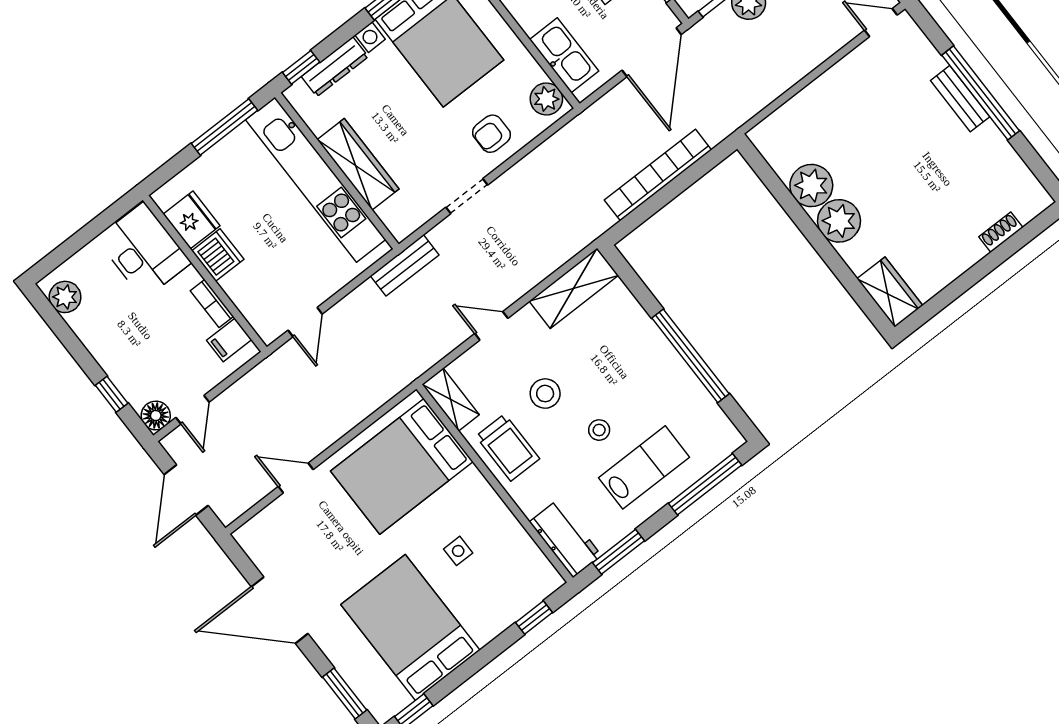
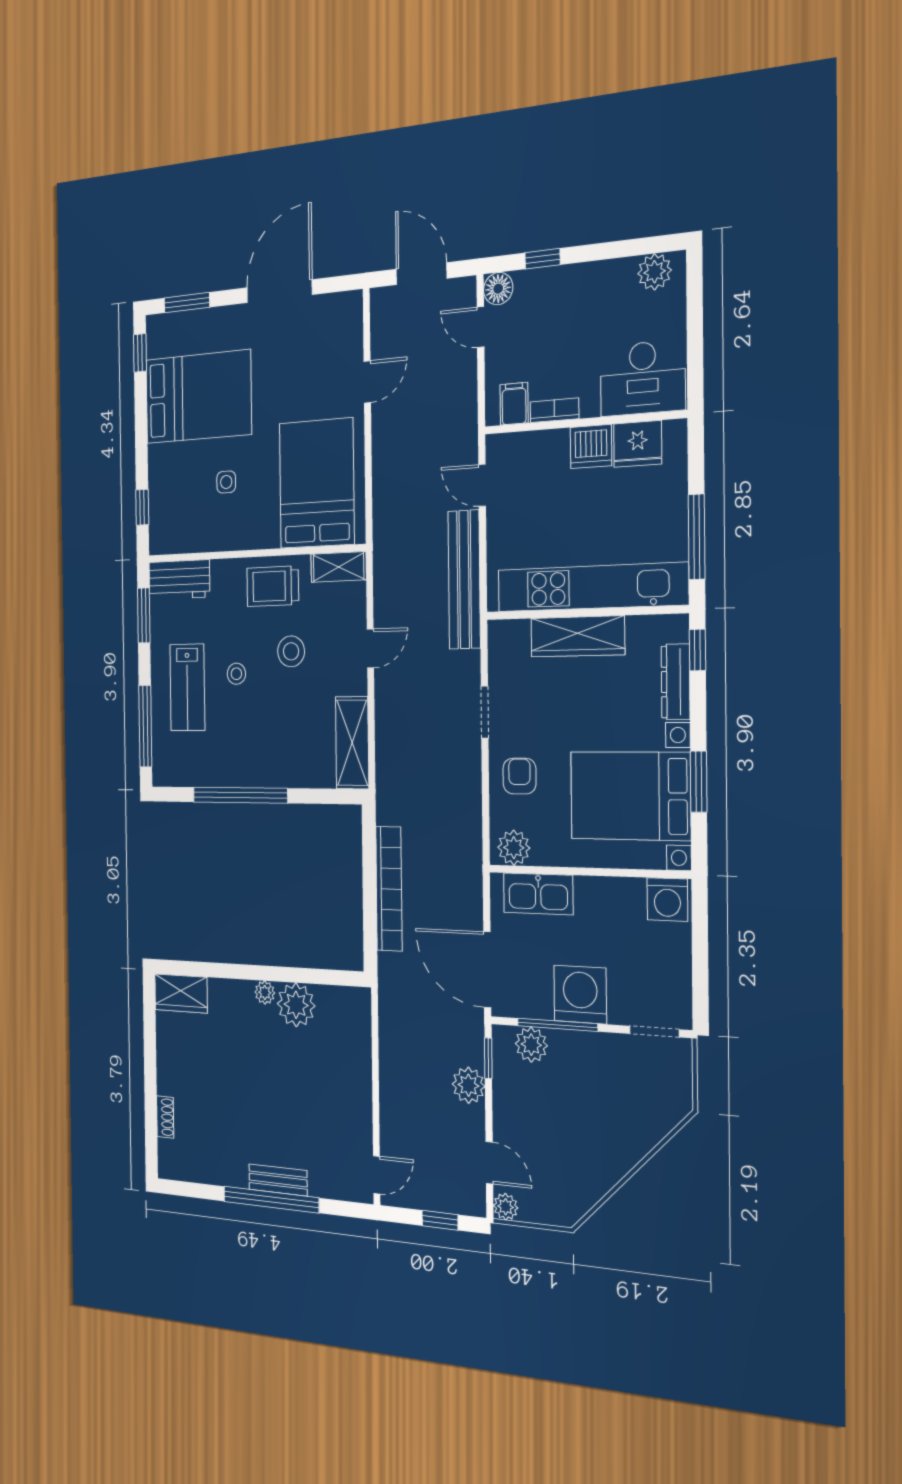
plant: (839, 221) -> (265, 992), width x0.53, depth x0.53
bench: (405, 265) -> (464, 580), width x1.86, depth x1.21

